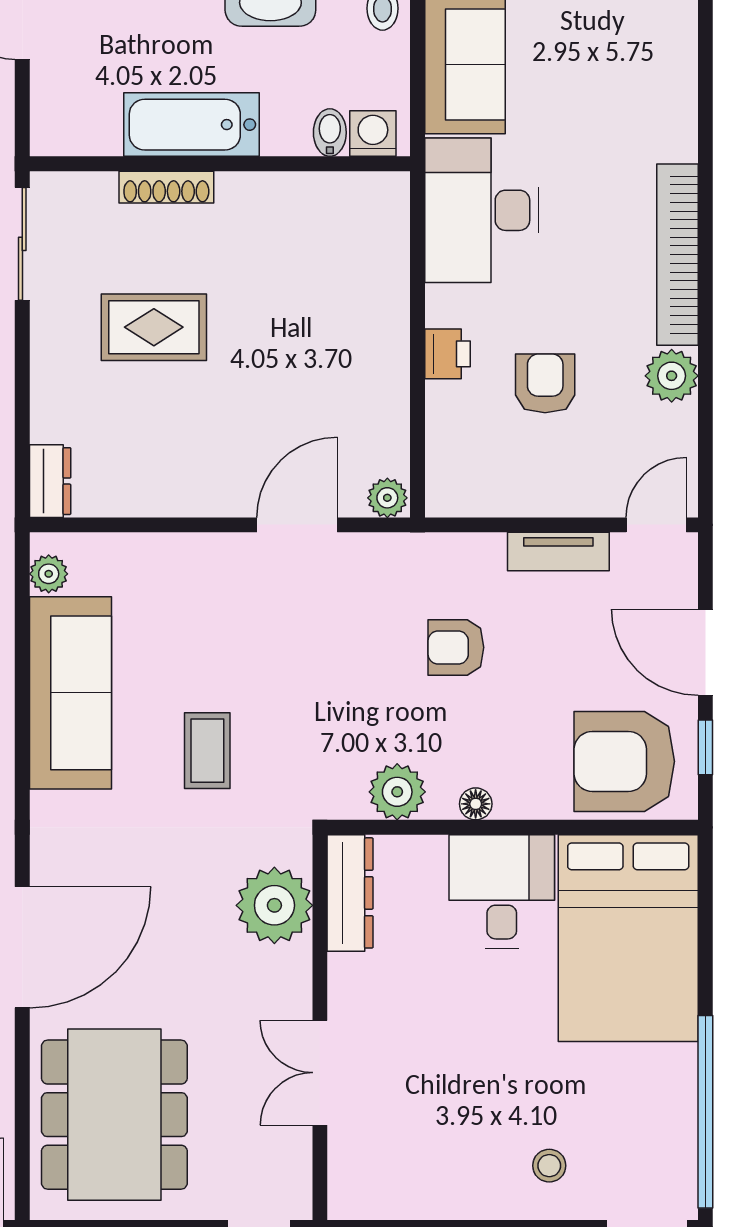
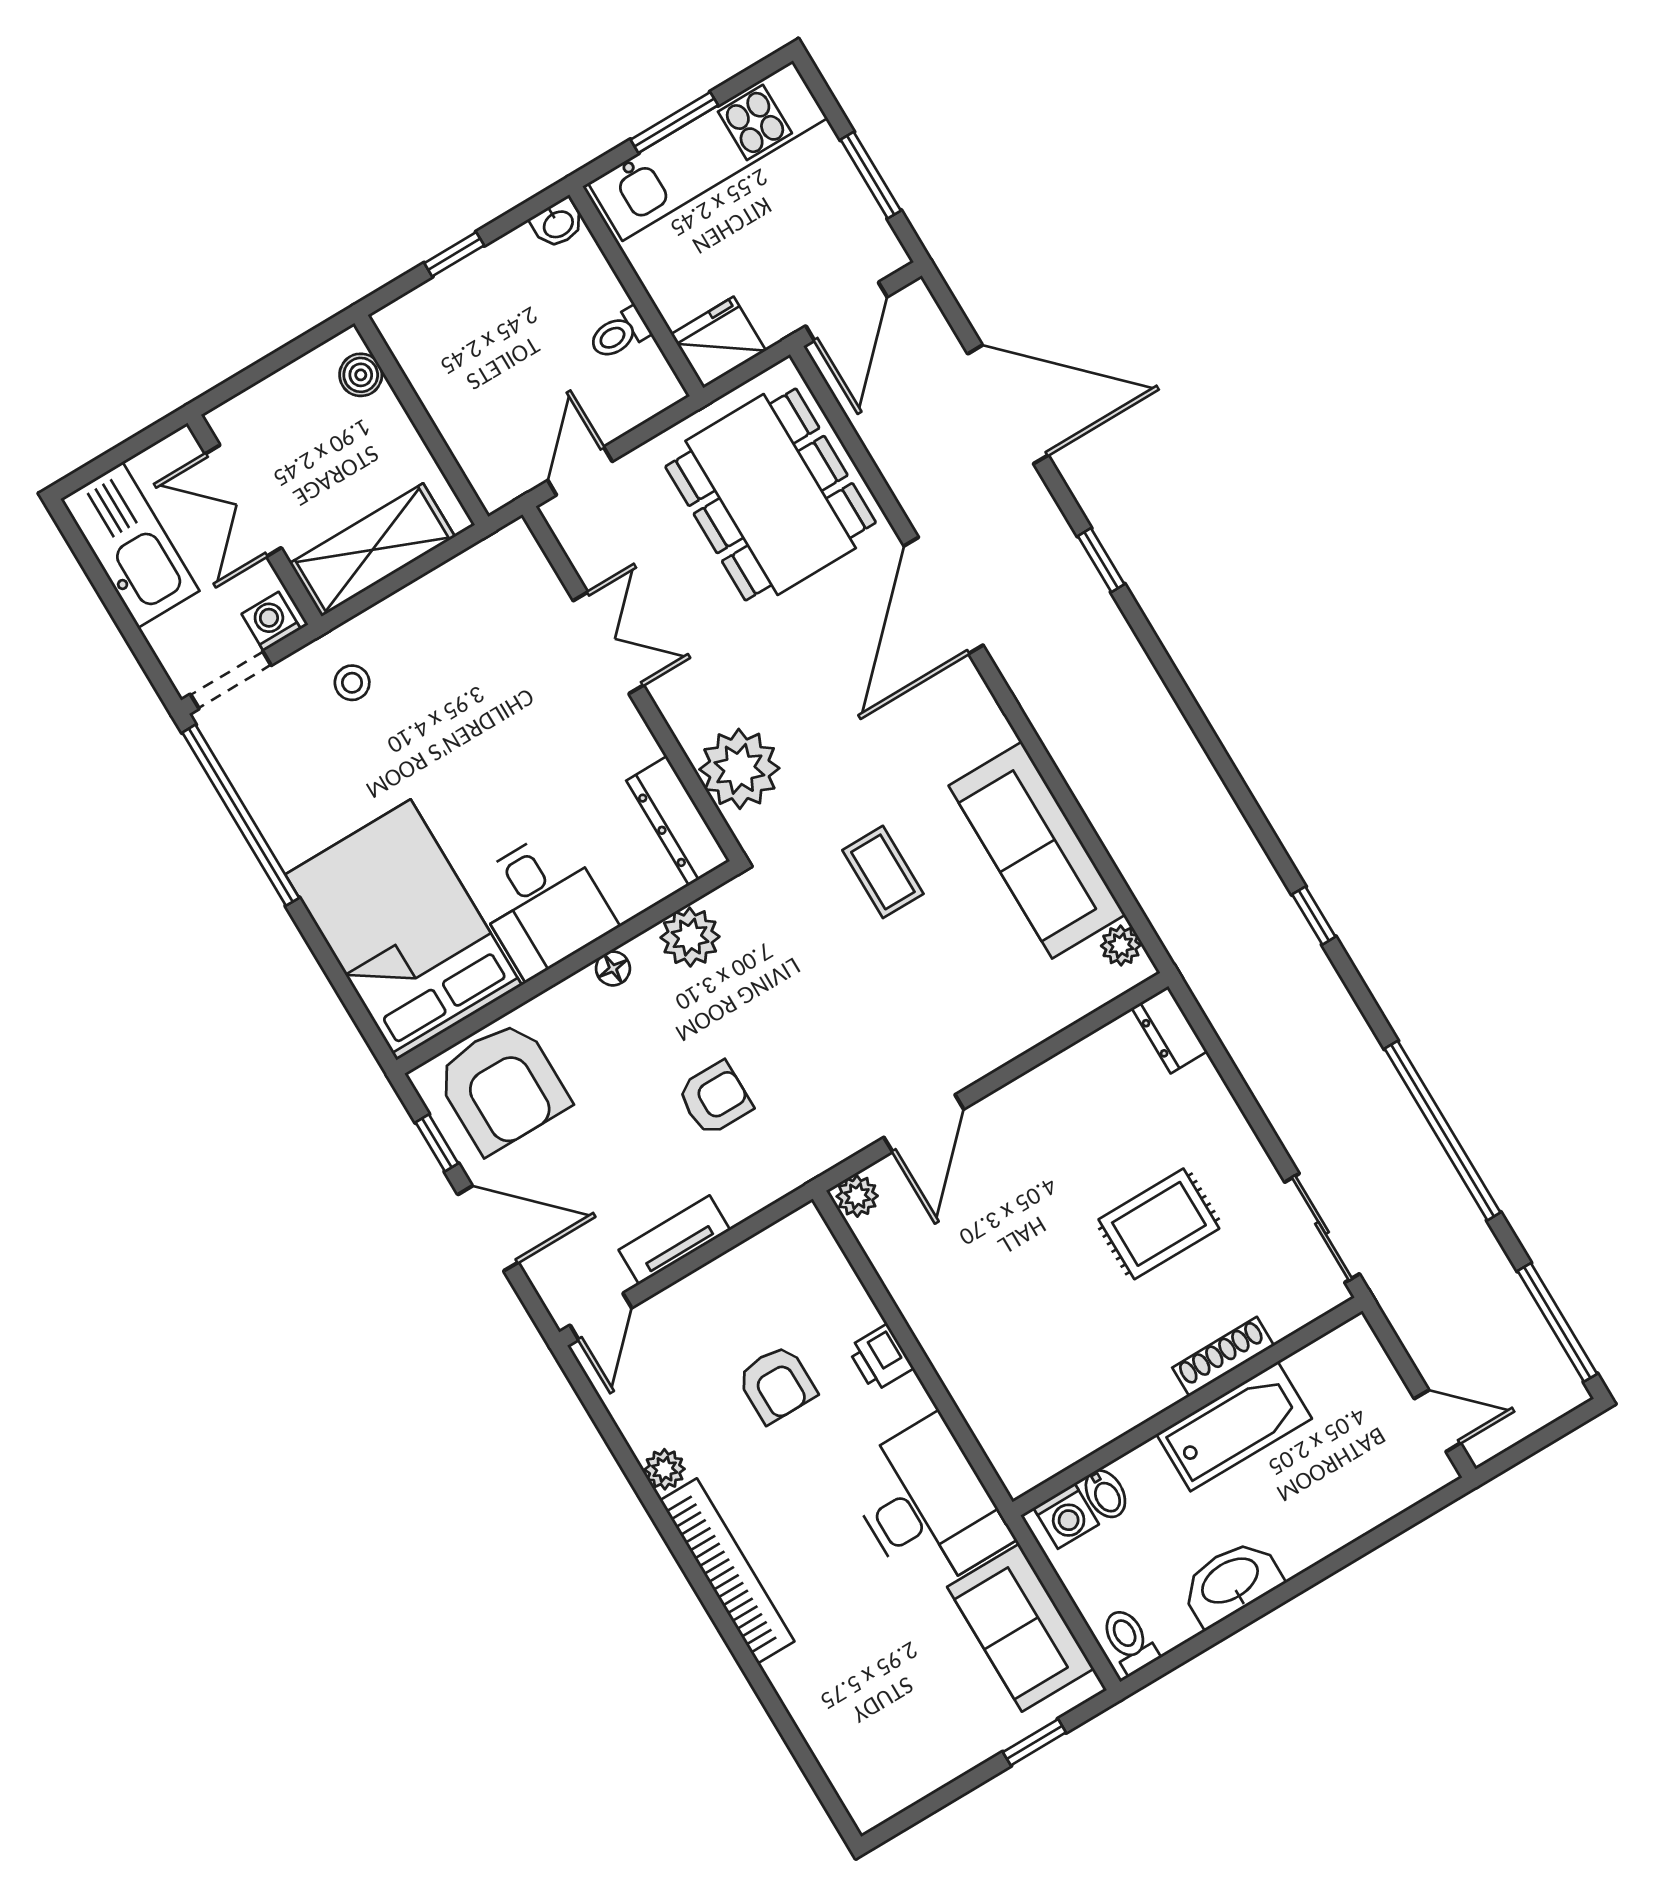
plant: (672, 376) -> (665, 1469), width x0.73, depth x0.73
armchair: (624, 761) -> (502, 1087), turned 90

